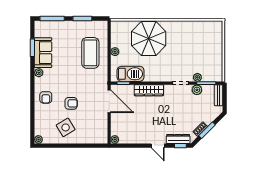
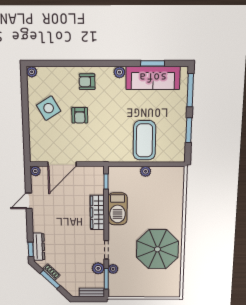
parasol: (149, 39) -> (157, 249), moved
sofa: (43, 53) -> (153, 78), width x1.36
coffee table: (90, 53) -> (144, 140), turned 90
barbecue: (131, 74) -> (118, 209), moved
door: (109, 101) -> (62, 164), moved
door: (158, 146) -> (29, 201), moved

